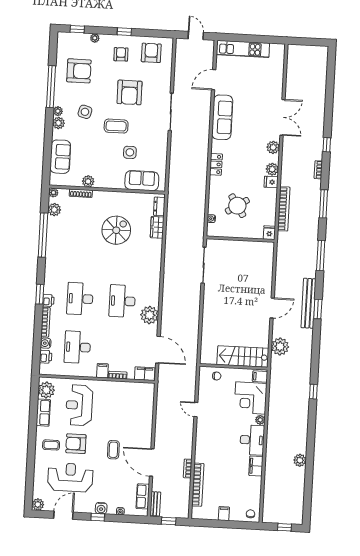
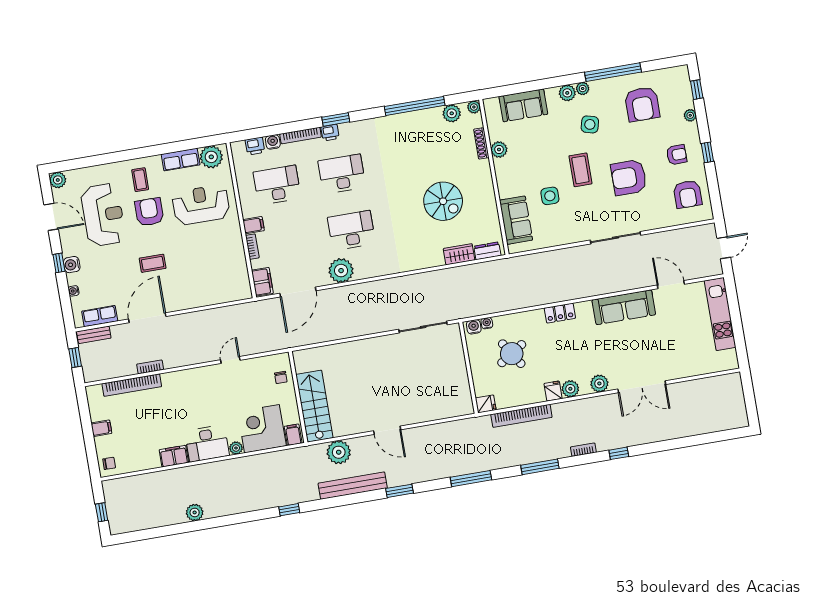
armchair: (151, 53) -> (688, 194), turned 90
water cooler: (212, 229) -> (474, 327), added
bench: (308, 303) -> (353, 486), moved

